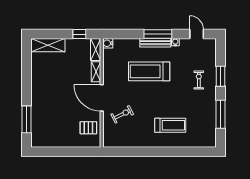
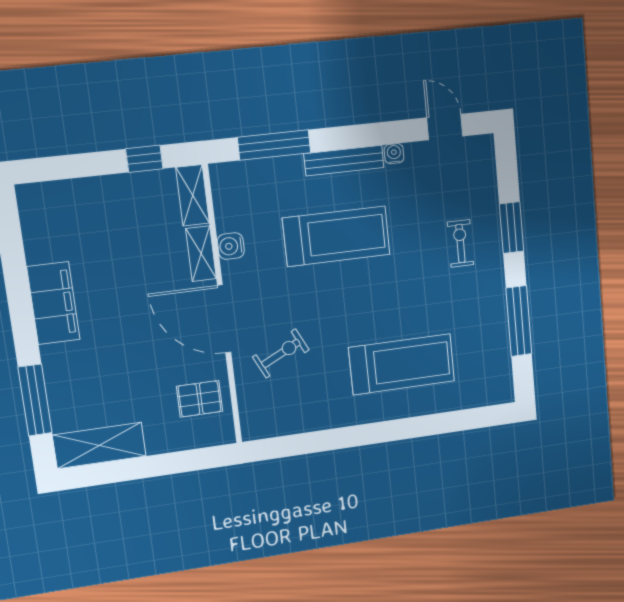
window: (158, 34) -> (274, 145), moved
water cooler: (108, 43) -> (231, 246), moved
shelving: (48, 45) -> (99, 446), moved
treadmill: (149, 71) -> (336, 236), turned 180
filing cabinet: (39, 84) -> (53, 303), added
treadmill: (170, 125) -> (402, 364), width x1.37, depth x1.38

